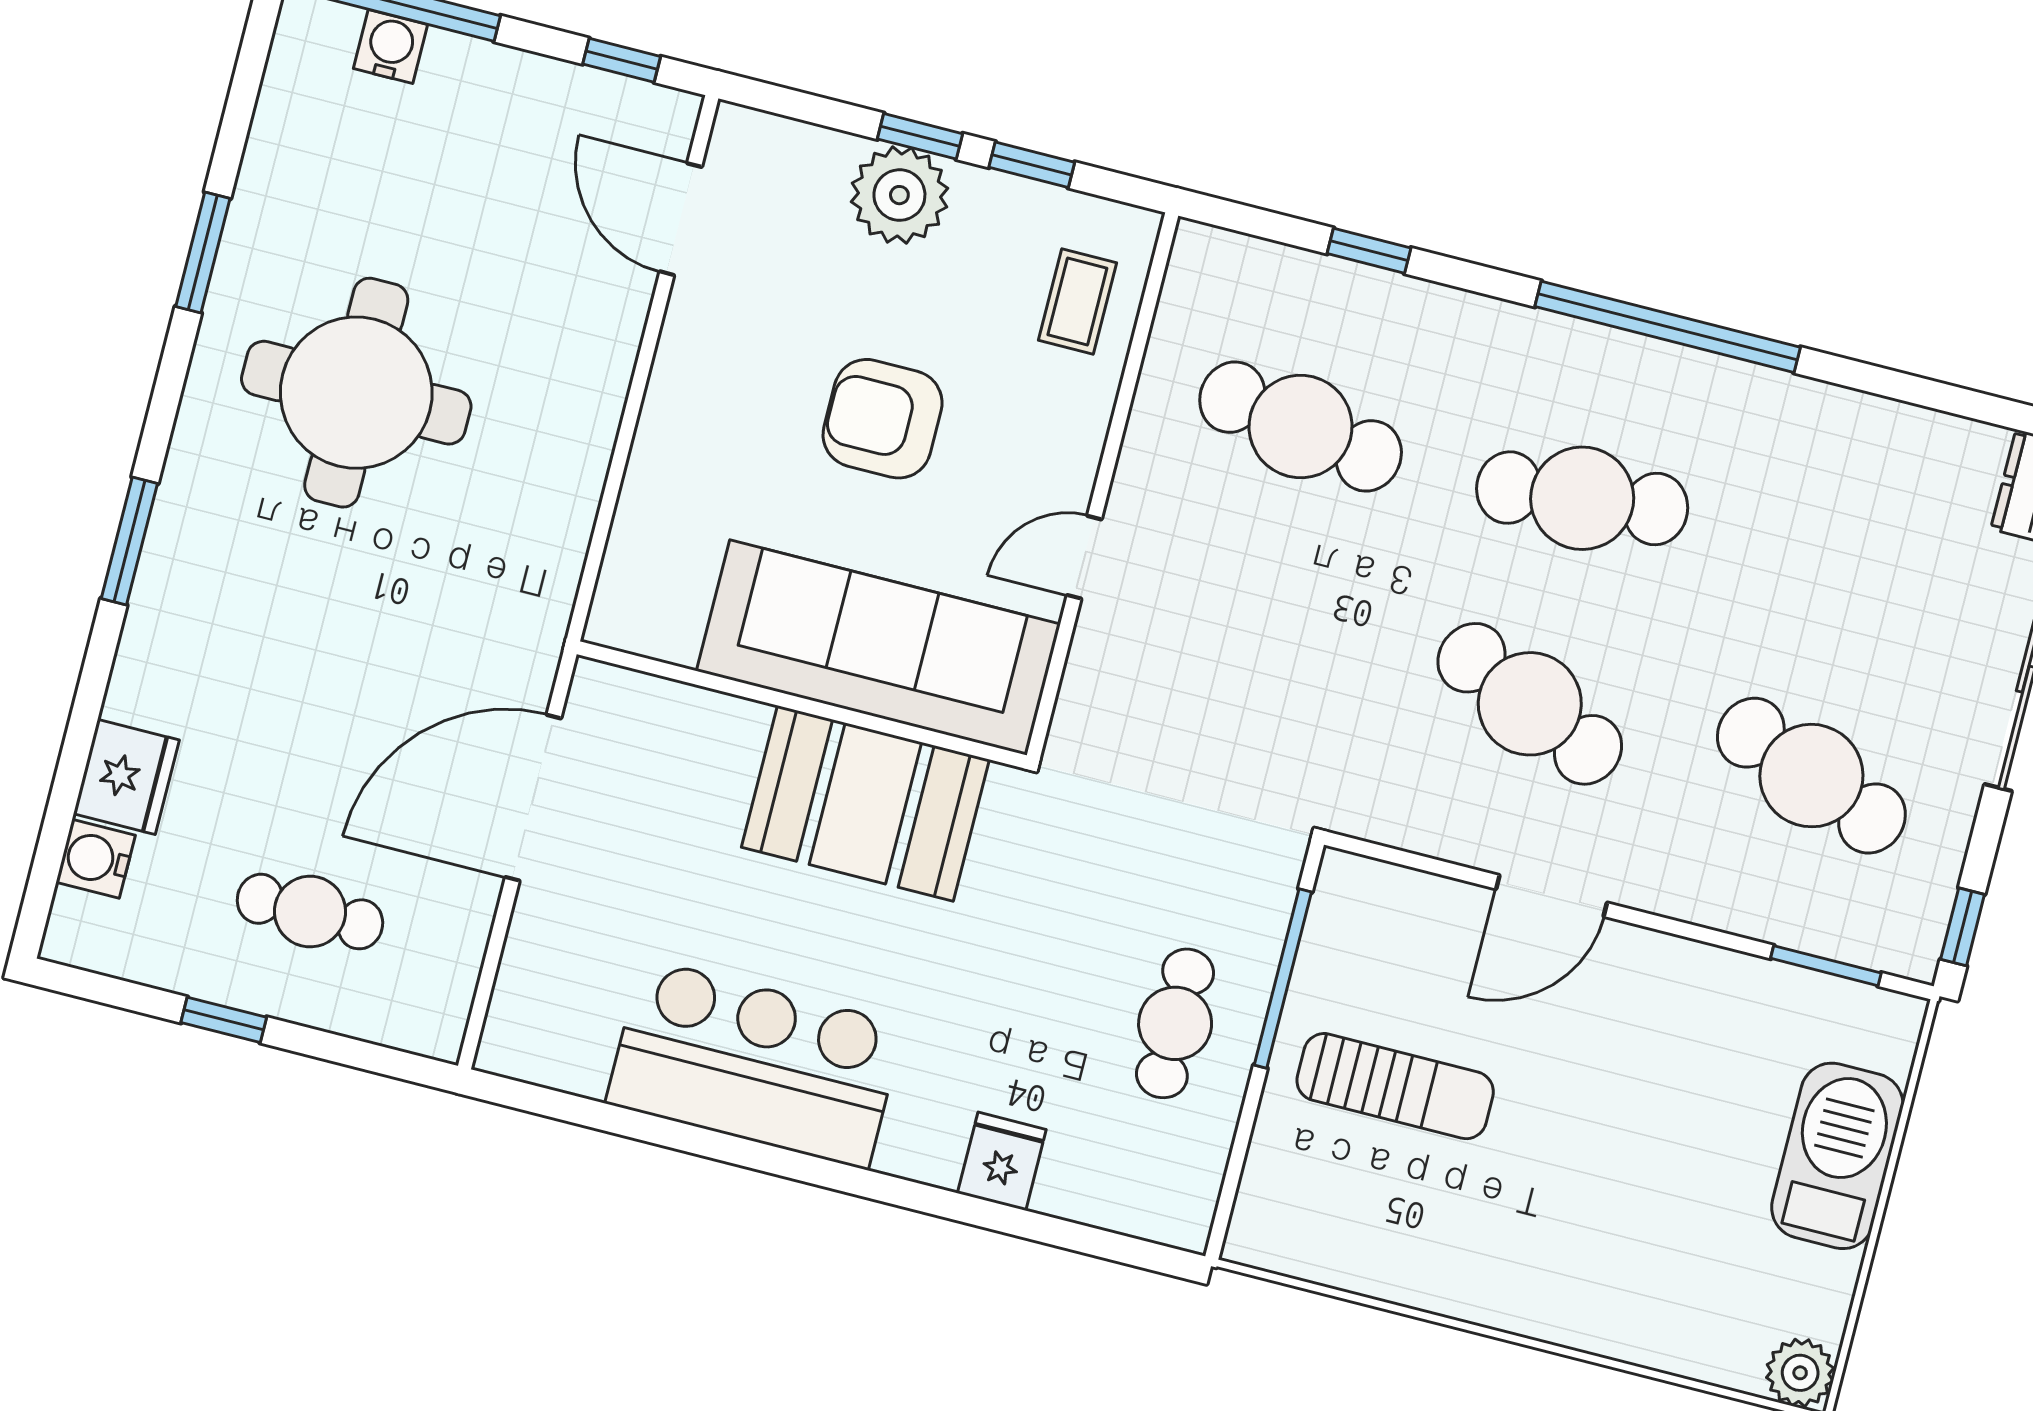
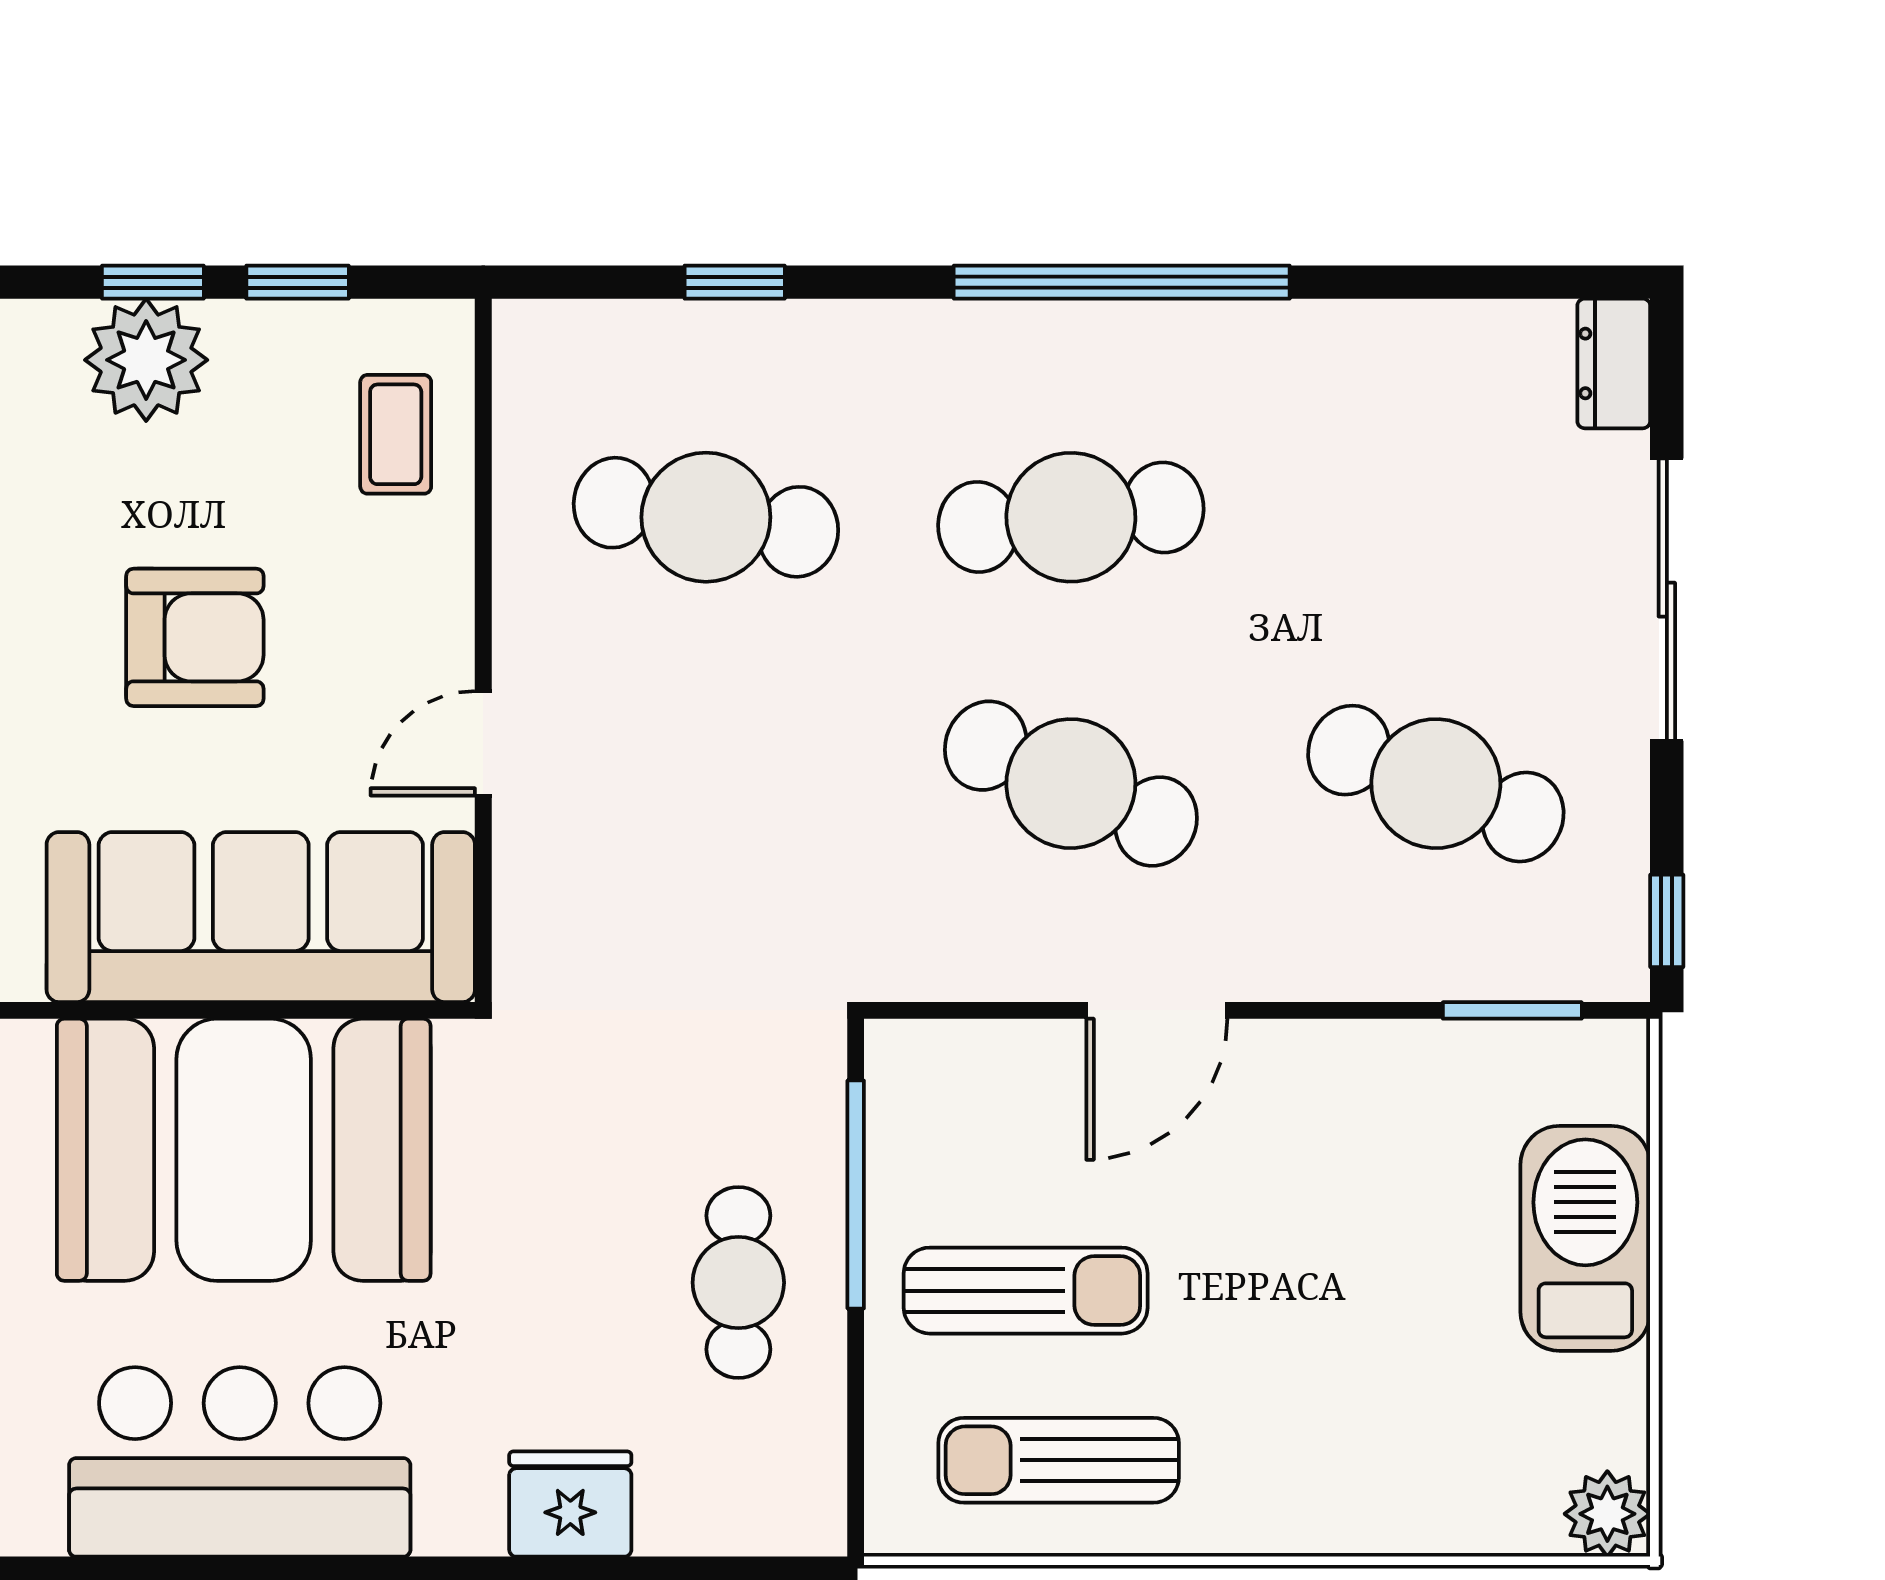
armchair: (883, 419) -> (195, 637), turned 180
booth: (865, 803) -> (244, 1150), width x1.36, depth x1.42
fridge: (1002, 1161) -> (570, 1504), width x1.38
sun lounger: (1387, 1224) -> (1059, 1460), added

